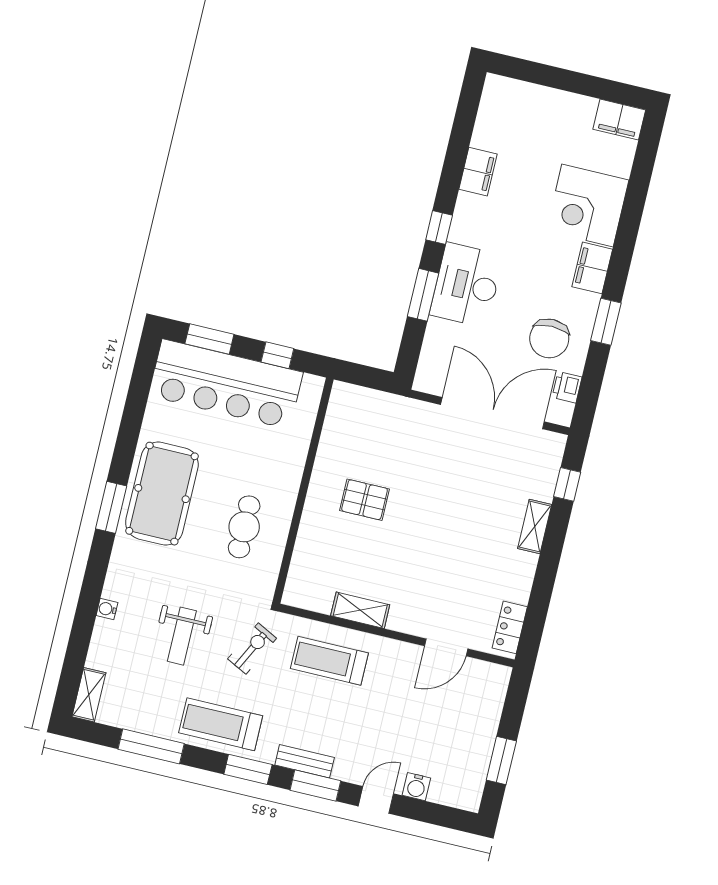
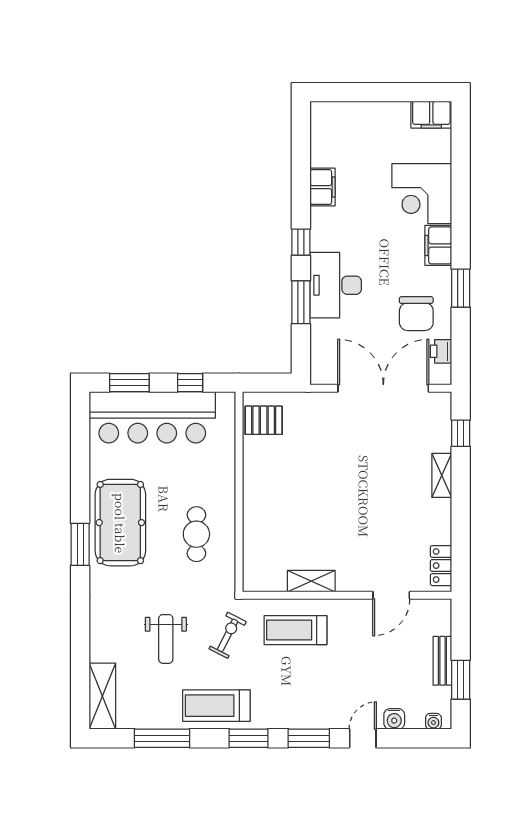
pallet: (365, 500) -> (264, 420), moved
water cooler: (107, 609) -> (433, 721), moved, turned -90
shelving: (89, 695) -> (102, 696), width x1.50, depth x1.33
bench: (305, 761) -> (442, 661), moved, turned 90

